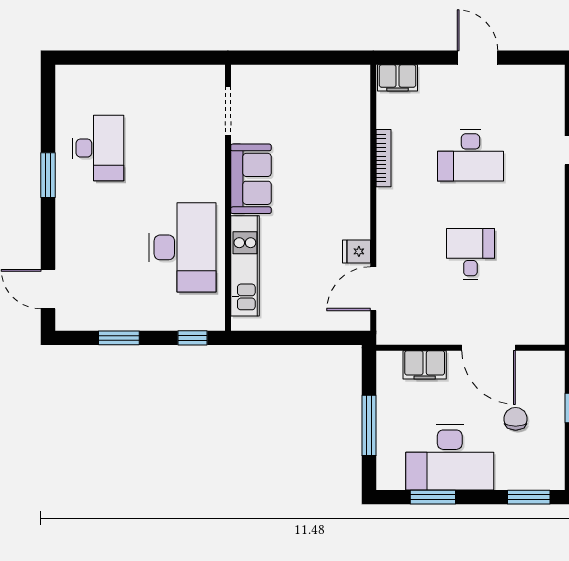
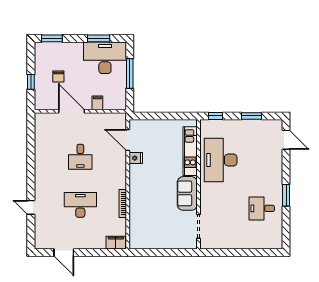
door: (477, 58) -> (64, 252), moved
desk: (98, 148) -> (262, 208), width x0.73
door: (373, 289) -> (128, 140), swing flipped
filing cabinet: (425, 365) -> (97, 103), width x0.50
desk: (450, 457) -> (105, 58), moved

